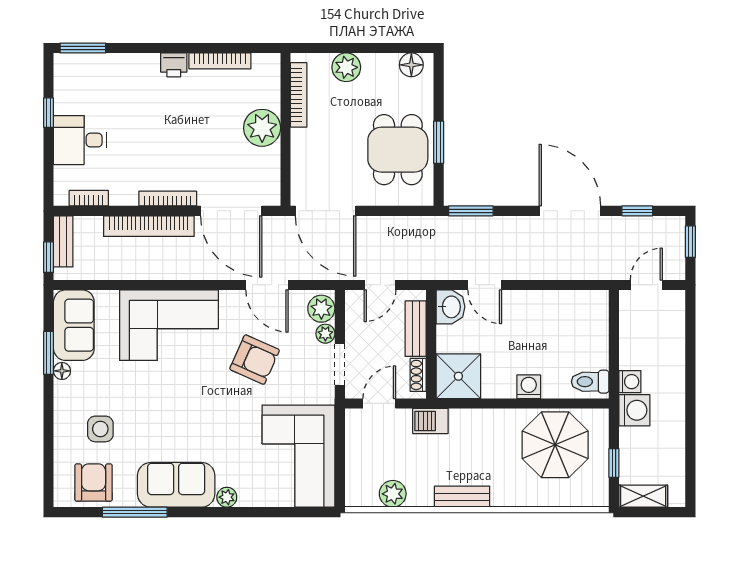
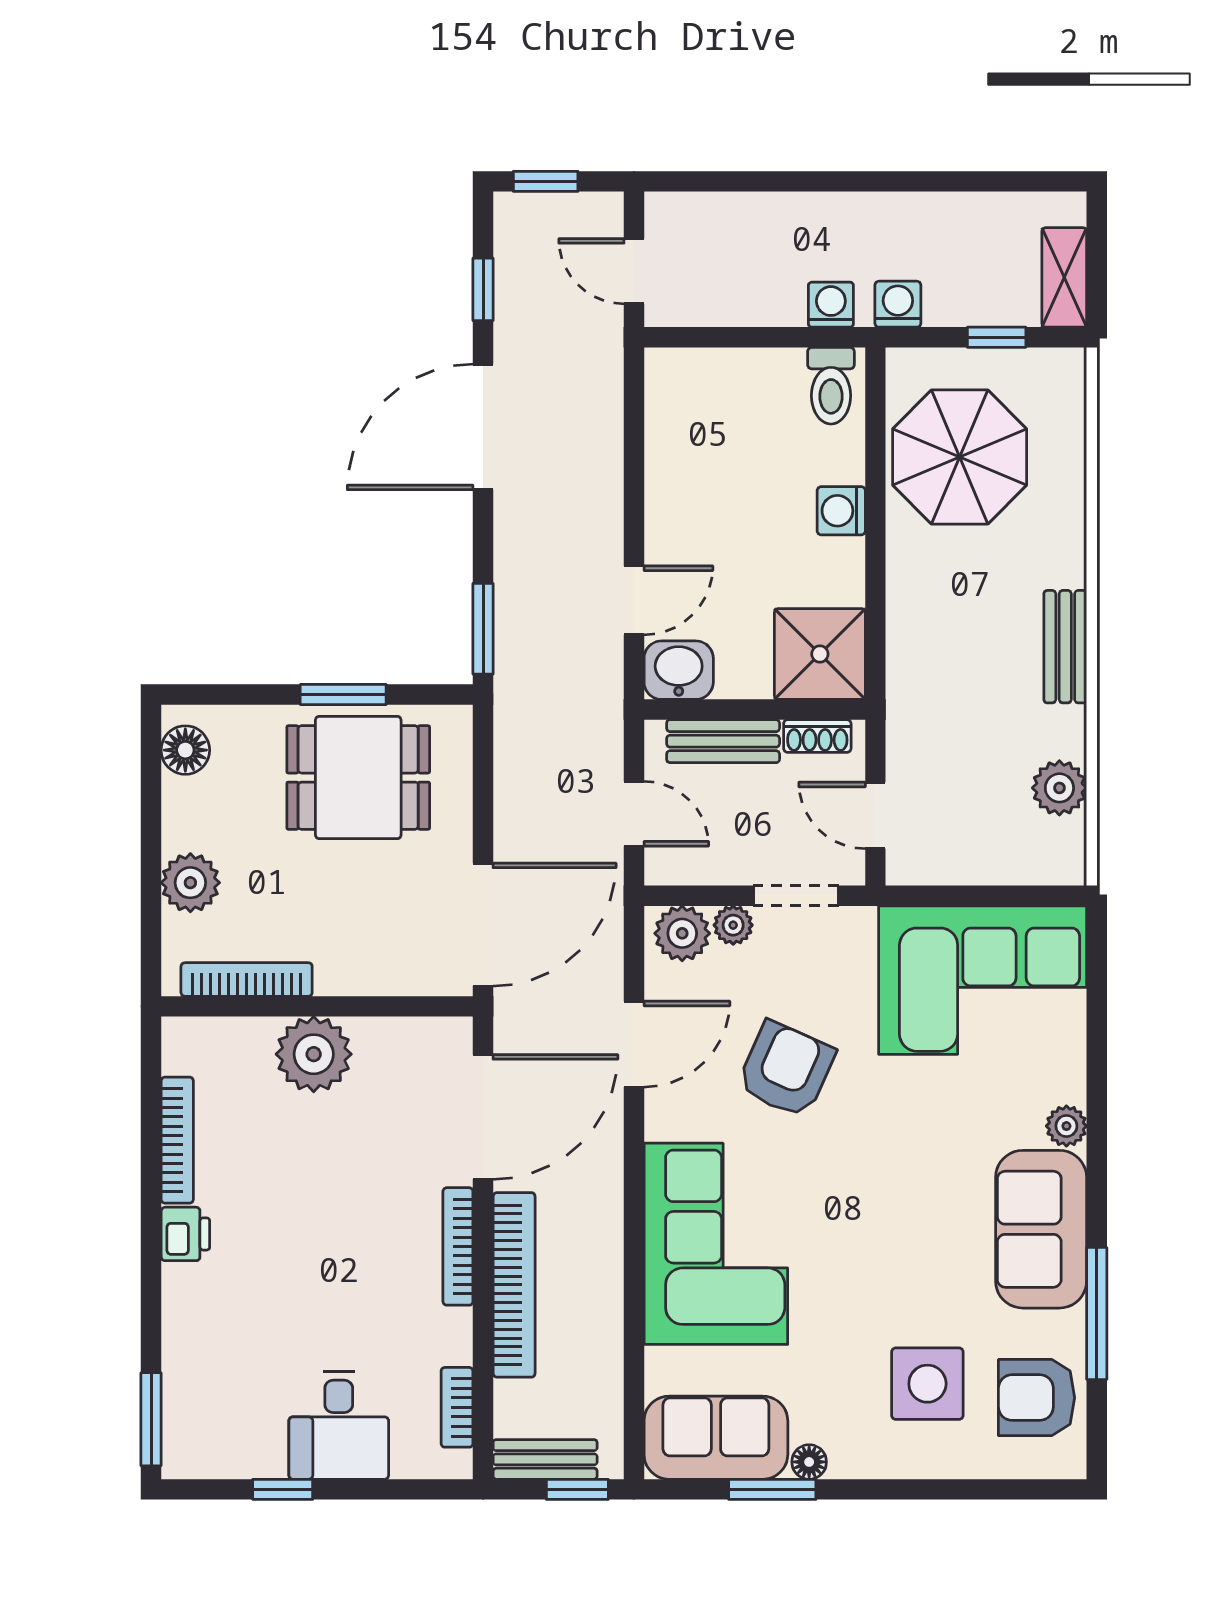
washing machine: (634, 410) -> (898, 304), width x0.73, depth x0.73
barbecue: (430, 421) -> (911, 711), removed
side table: (100, 429) -> (927, 1384), width x1.37, depth x1.37

